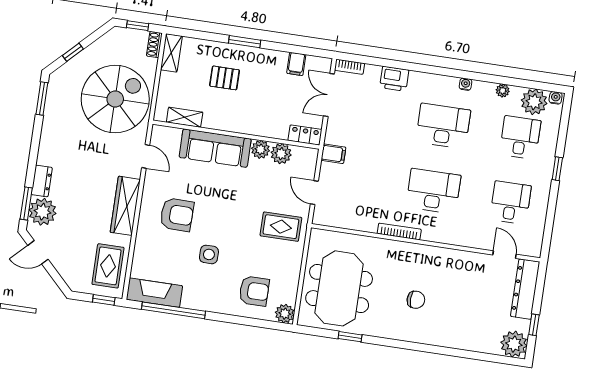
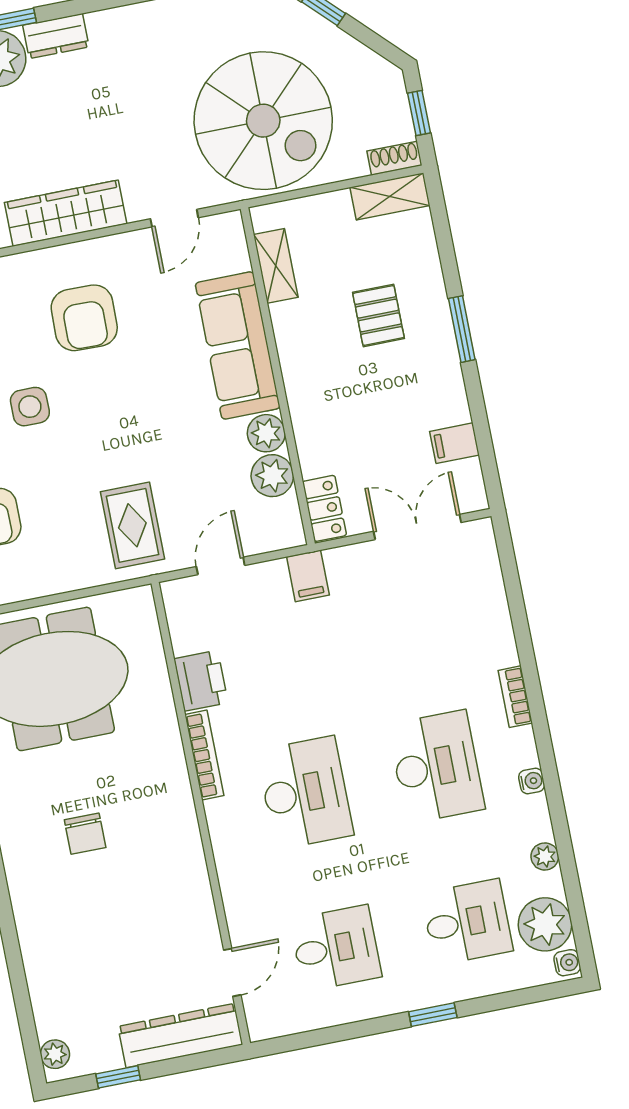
bookcase: (350, 67) -> (515, 697), moved
printer: (394, 79) -> (201, 681), moved, turned 180
plant: (514, 344) -> (55, 1054), width x0.53, depth x0.53

